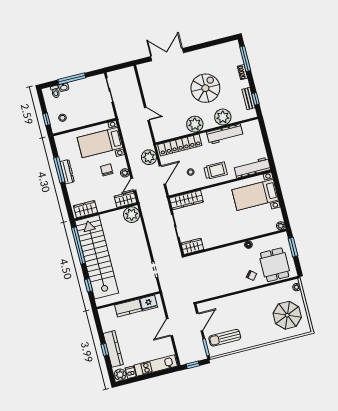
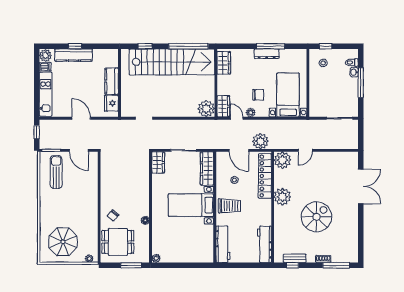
spiral stairs: (205, 88) -> (316, 217), turned -90
plant: (223, 117) -> (282, 160), moved
workbench: (225, 134) -> (264, 244), moved
trolley: (216, 171) -> (229, 206), turned -90
bed with nightstands: (255, 195) -> (191, 205), moved, turned -90

